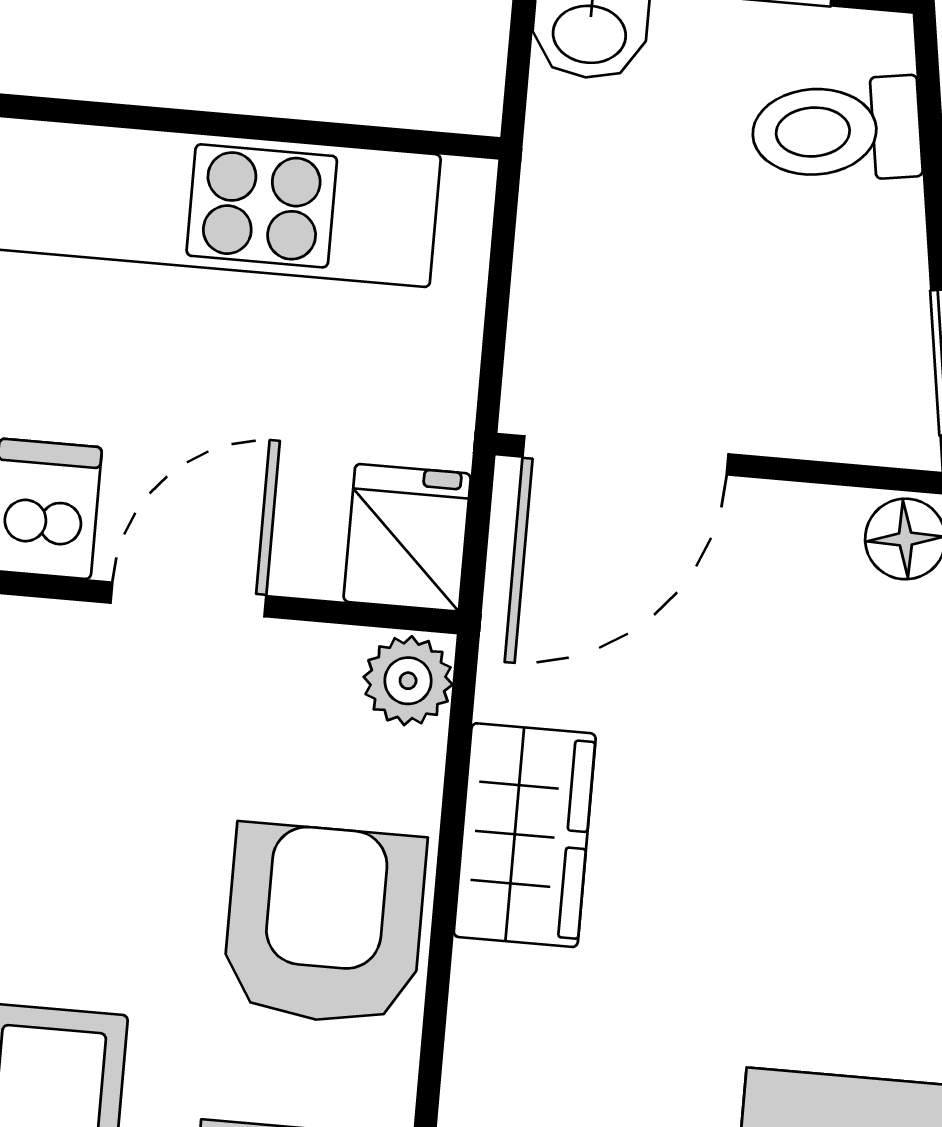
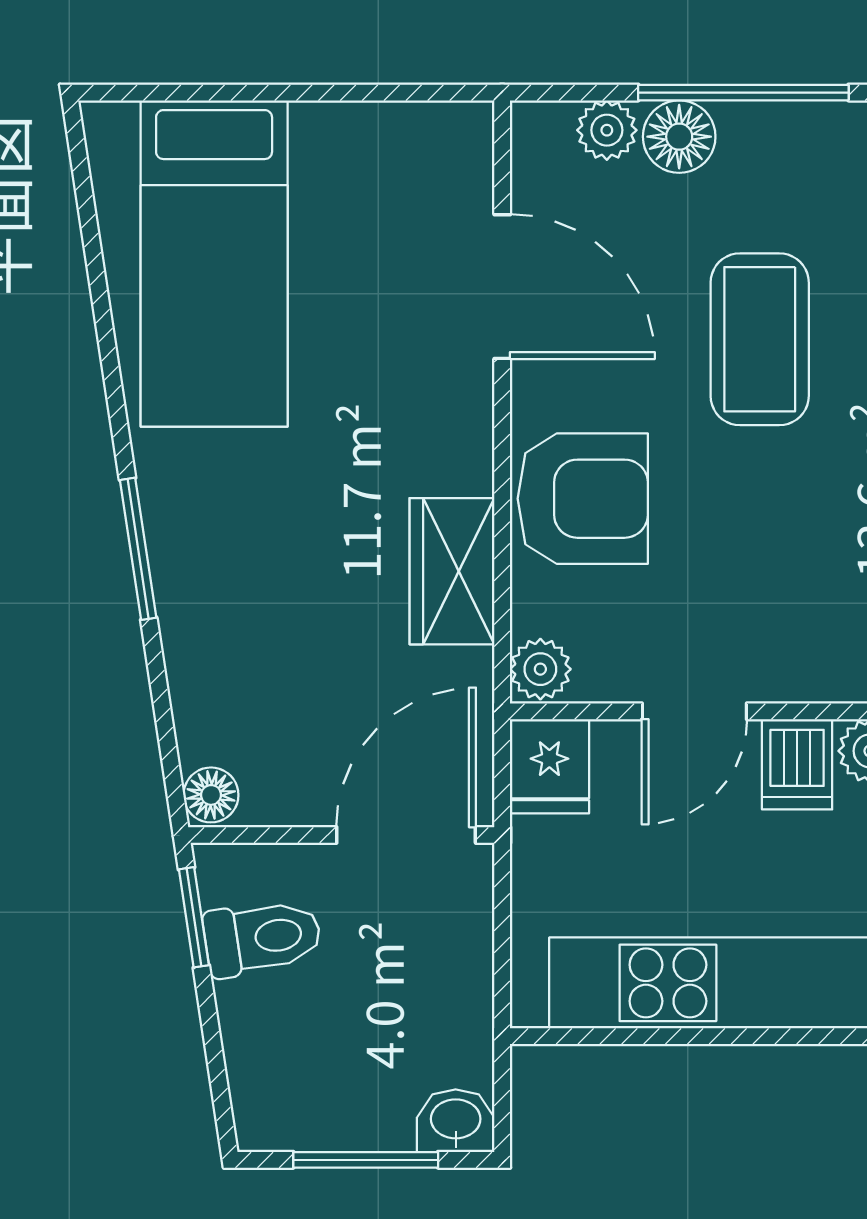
toilet: (836, 130) -> (262, 938), moved
armchair: (324, 924) -> (583, 499), turned -90

